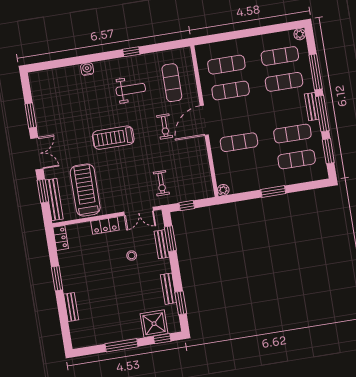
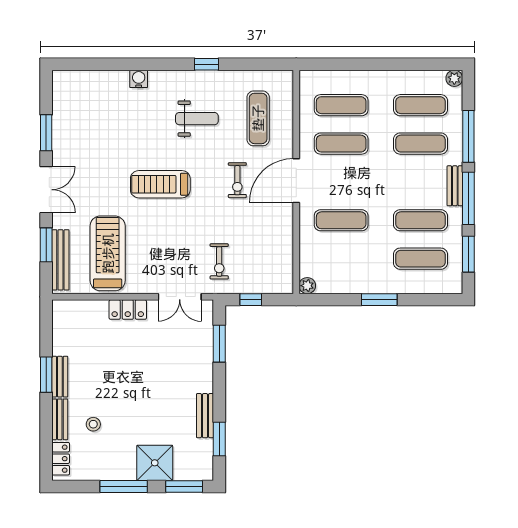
locker: (61, 238) -> (61, 459), moved
bench: (162, 244) -> (60, 377), moved
stool: (132, 255) -> (93, 424), moved
shower: (154, 324) -> (155, 463), moved
window: (162, 339) -> (184, 486), width x1.50

